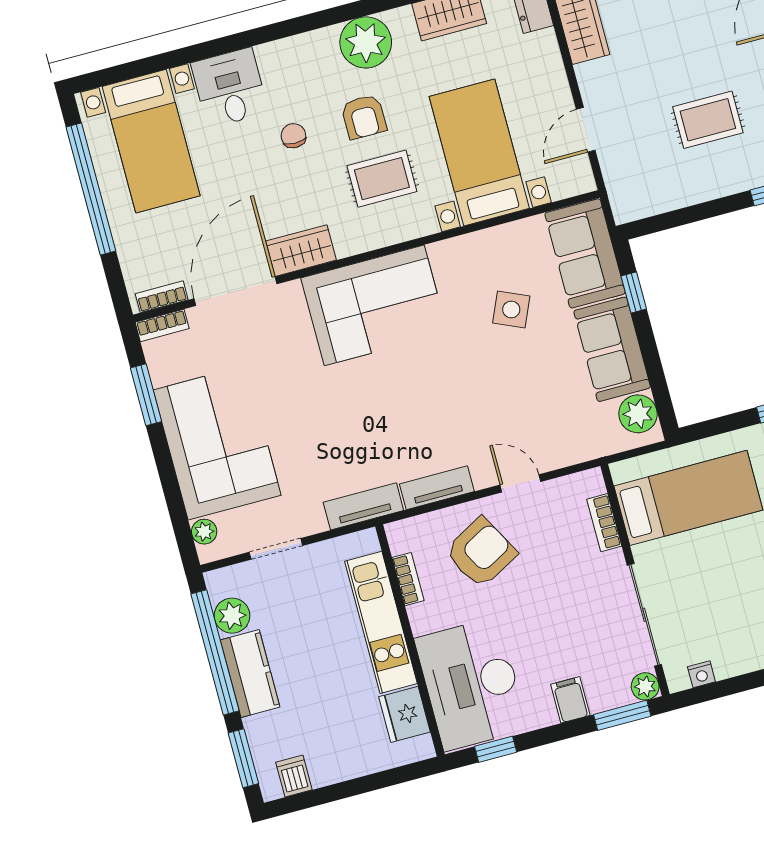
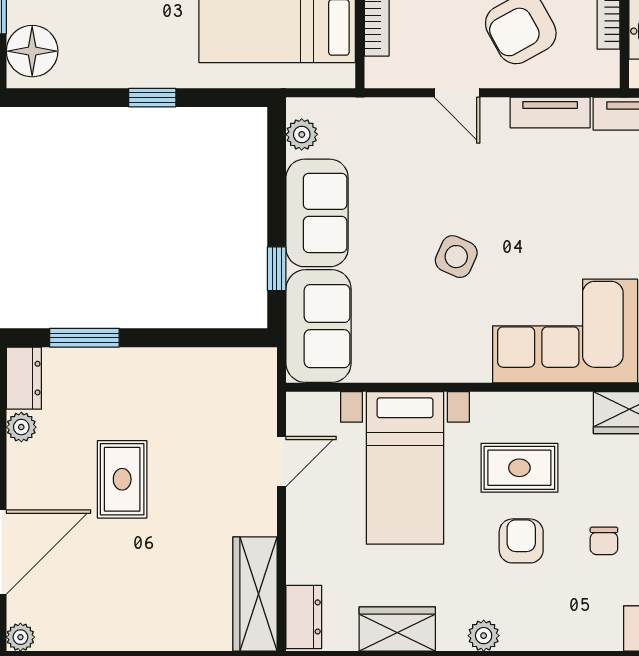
plant: (366, 42) -> (484, 636), width x0.53, depth x0.53
rug: (708, 120) -> (122, 479), moved, turned 90
side table: (511, 309) -> (456, 257), moved
plant: (638, 414) -> (302, 134), width x0.73, depth x0.73

